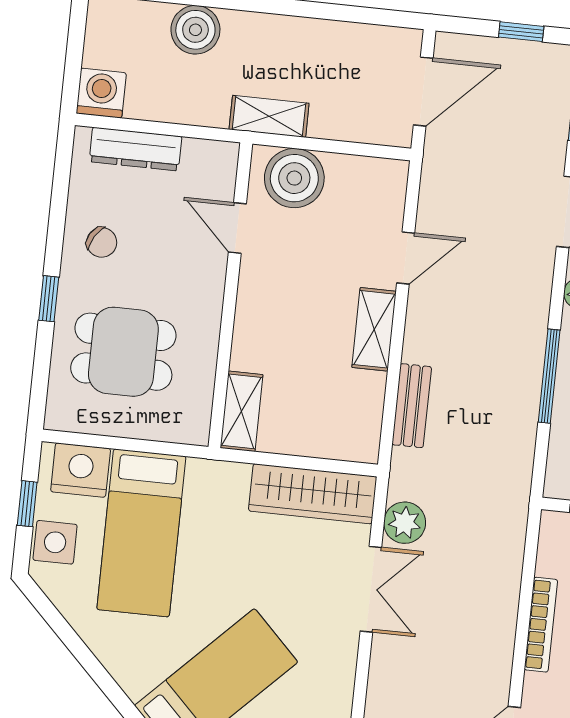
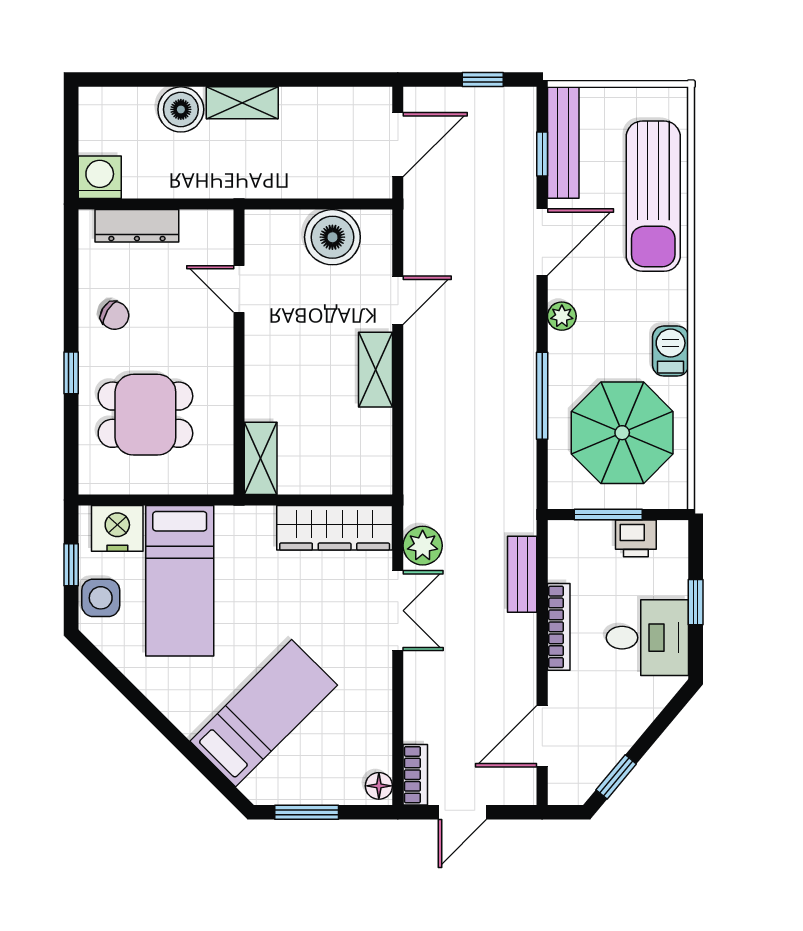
shelving: (269, 116) -> (242, 103), moved
boiler: (294, 178) -> (332, 237), moved
bench: (412, 406) -> (522, 574), moved

